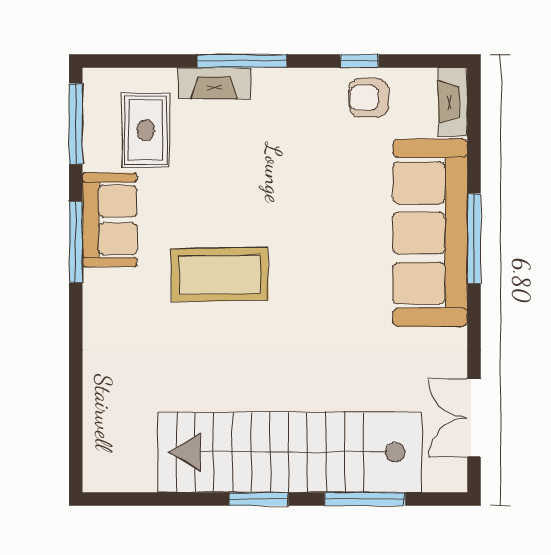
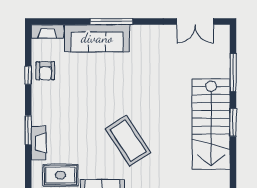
window: (242, 61) -> (28, 130), width x0.69
sofa: (430, 233) -> (97, 38), width x0.74, depth x0.79
coffee table: (220, 275) -> (128, 140), turned -32
stairs: (290, 452) -> (211, 124), width x0.73

